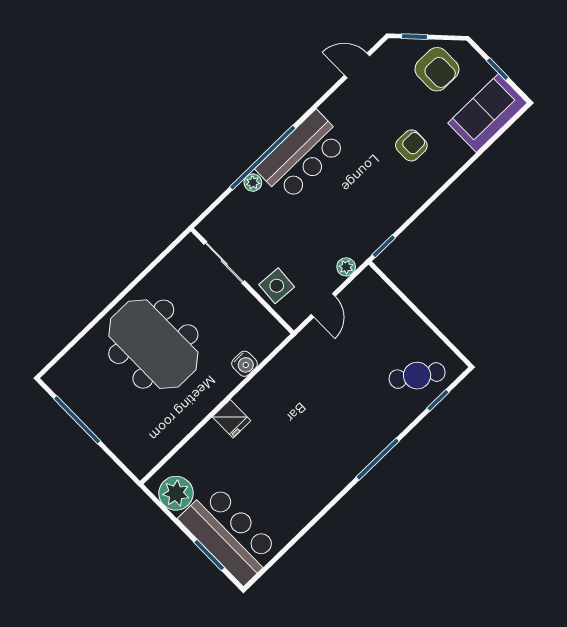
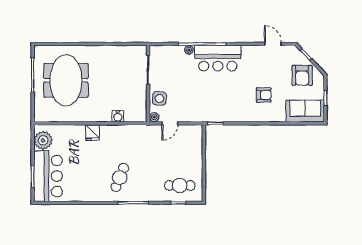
plant: (346, 267) -> (154, 117), moved
meeting table: (153, 344) -> (66, 80), moved
cafe table: (417, 376) -> (180, 186), turned -34
cafe table: (327, 443) -> (120, 178), added

